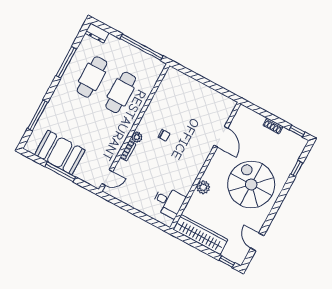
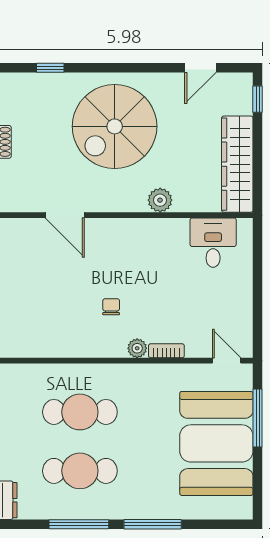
window: (38, 115) -> (153, 524), moved
door: (221, 137) -> (65, 215), swing flipped
booth: (60, 152) -> (216, 443), width x1.36, depth x1.42
window: (60, 172) -> (258, 418), moved

